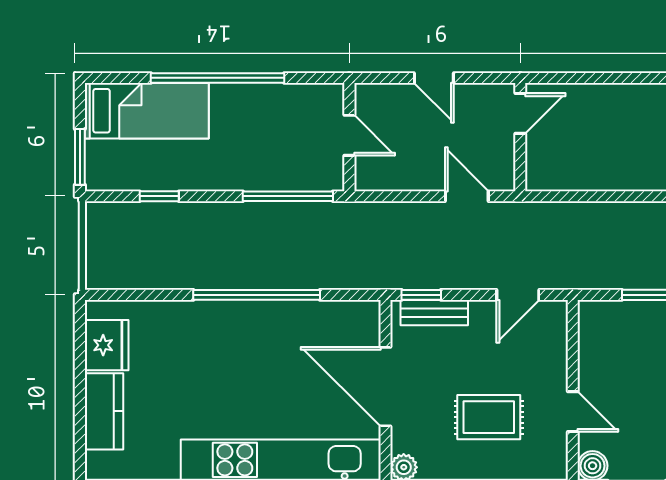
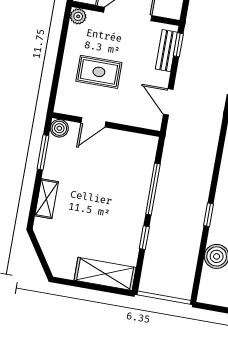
rug: (489, 417) -> (99, 72), turned 90

